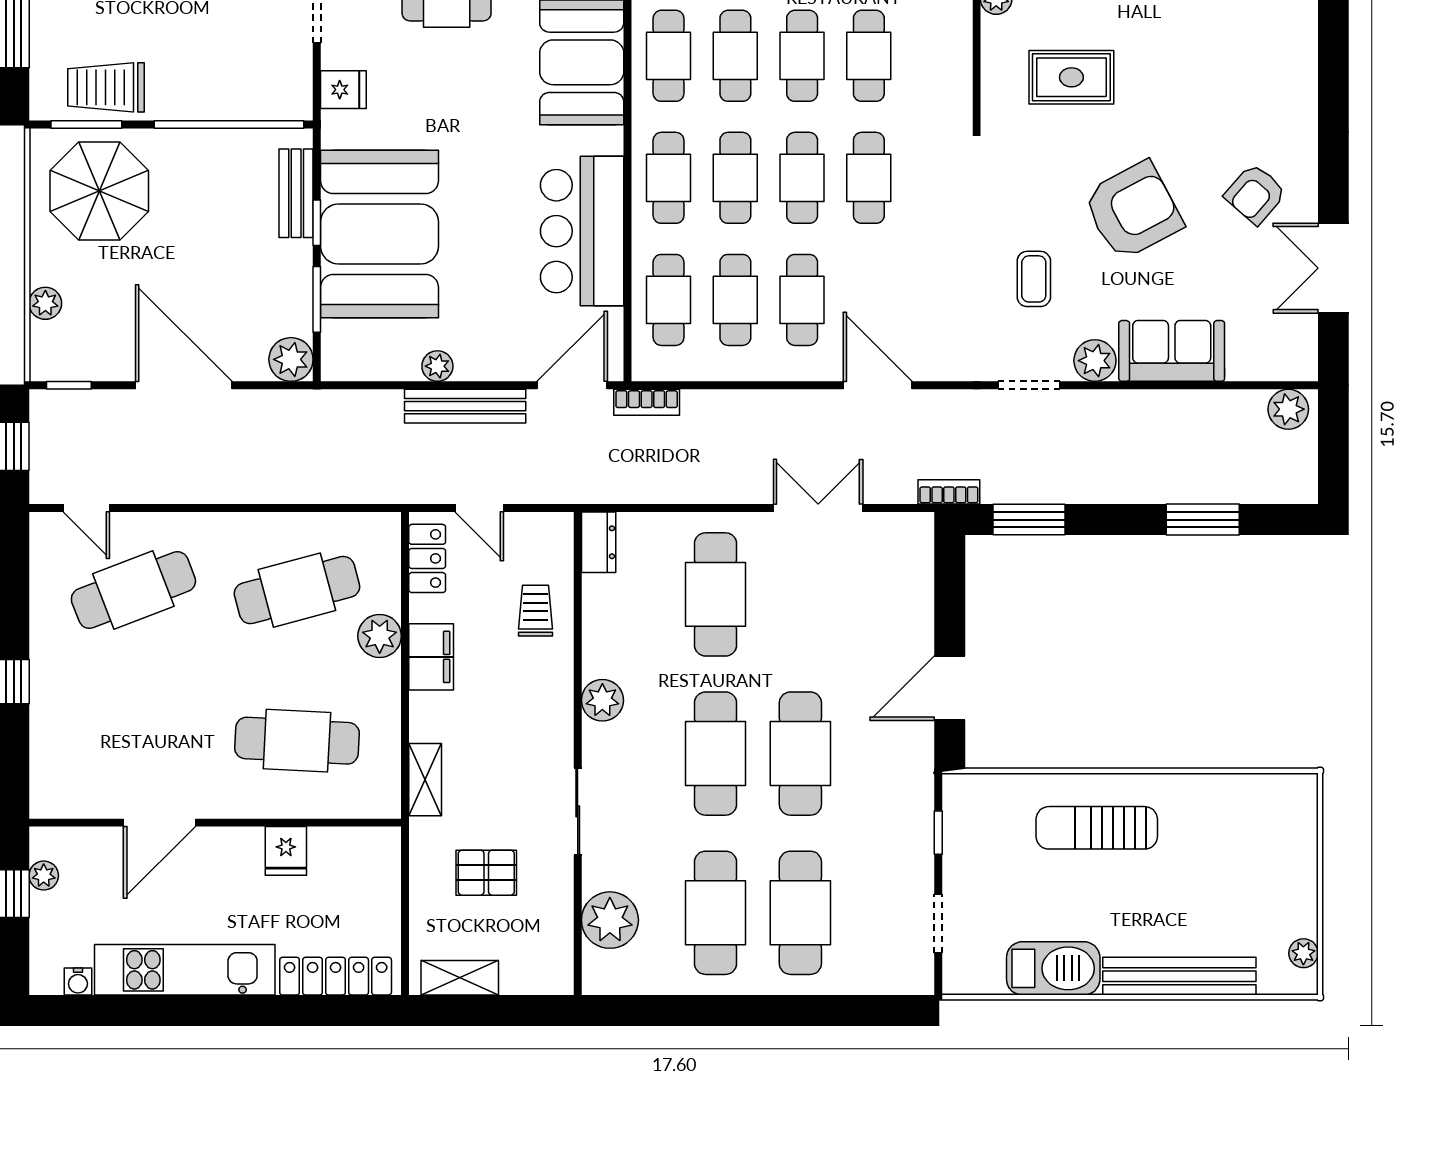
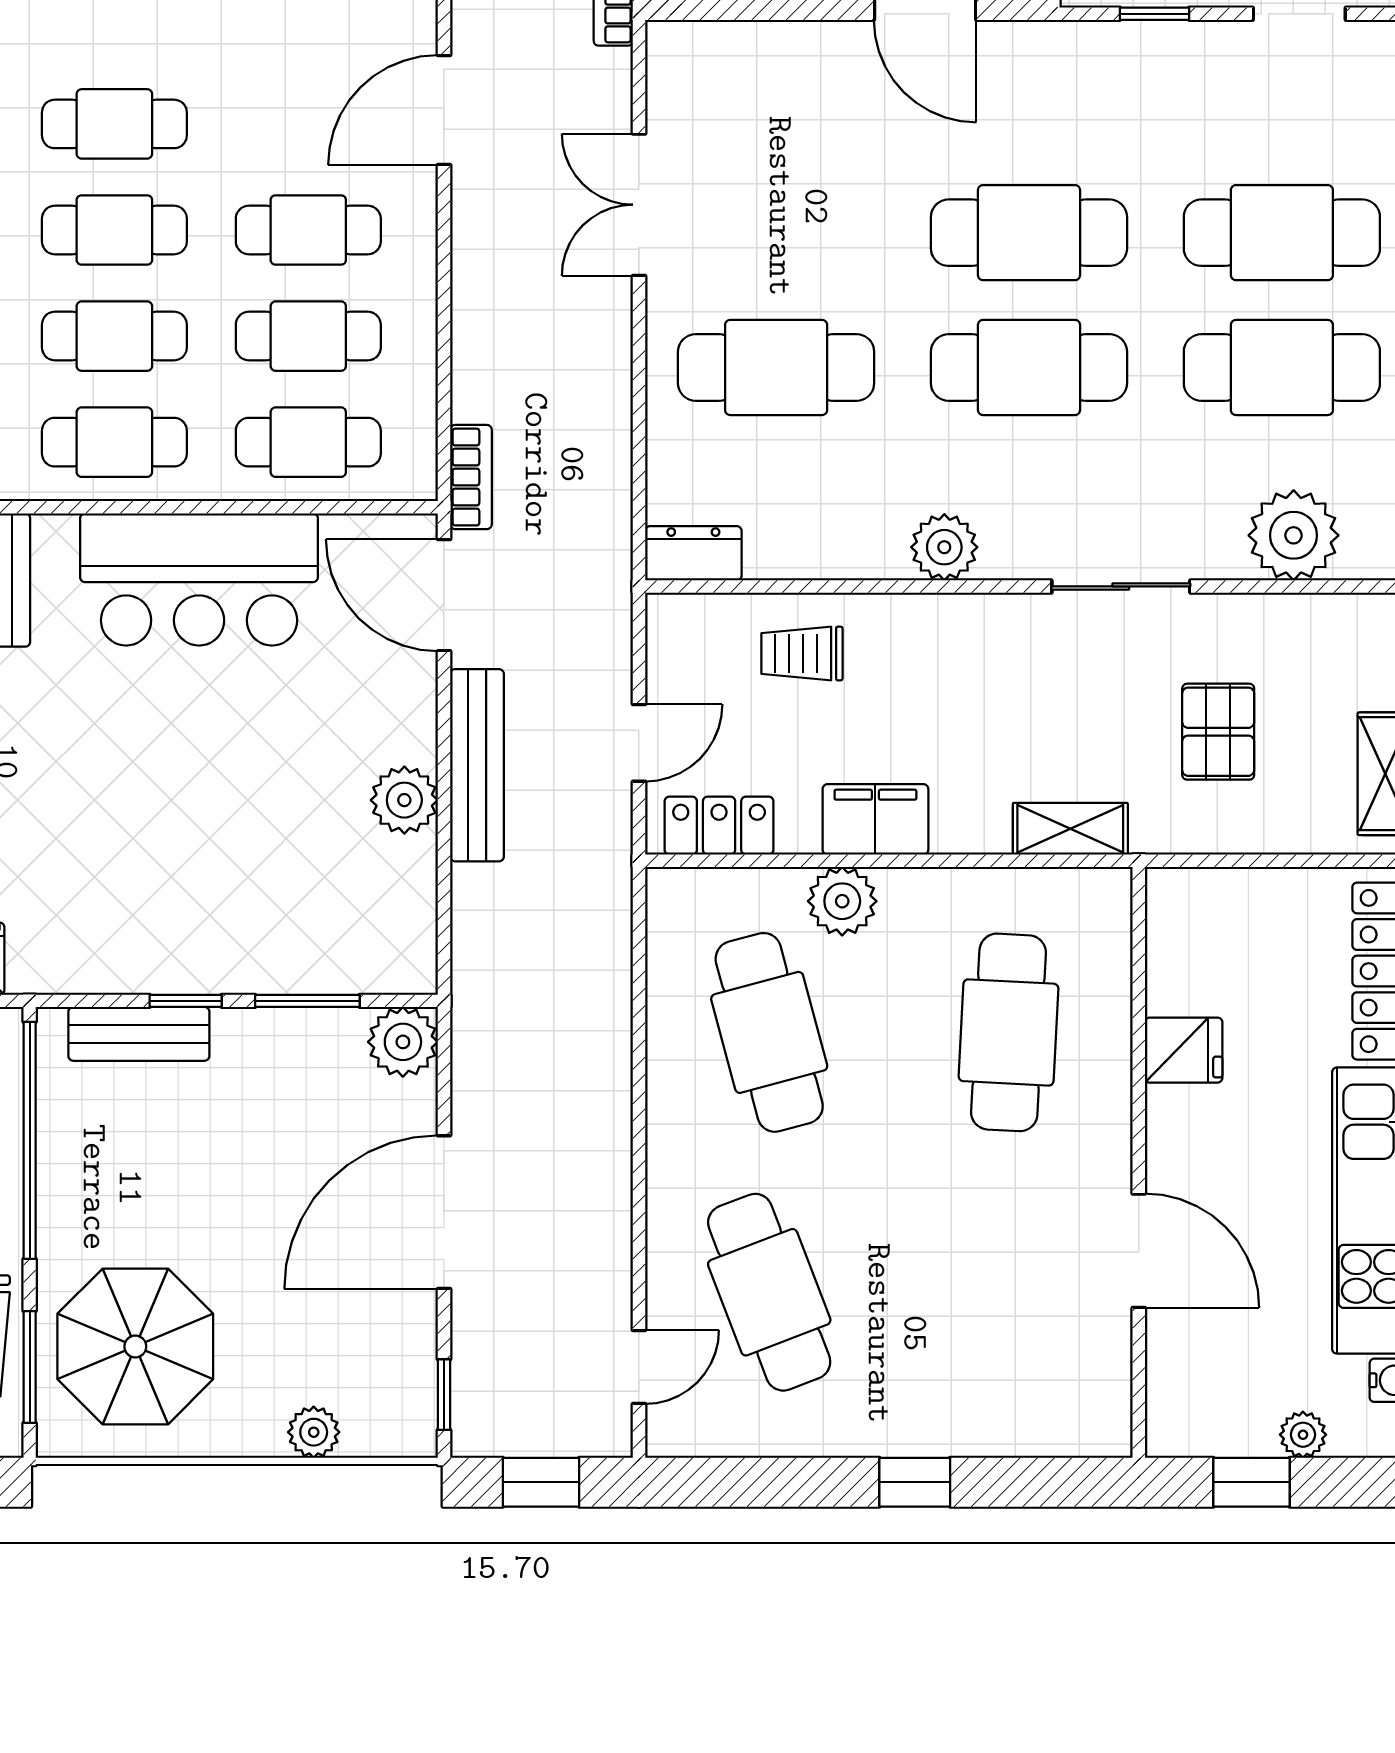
booth: (379, 234) -> (204, 901), removed
plant: (437, 366) -> (404, 800), width x1.38, depth x1.38
plant: (44, 876) -> (1303, 1435), moved

